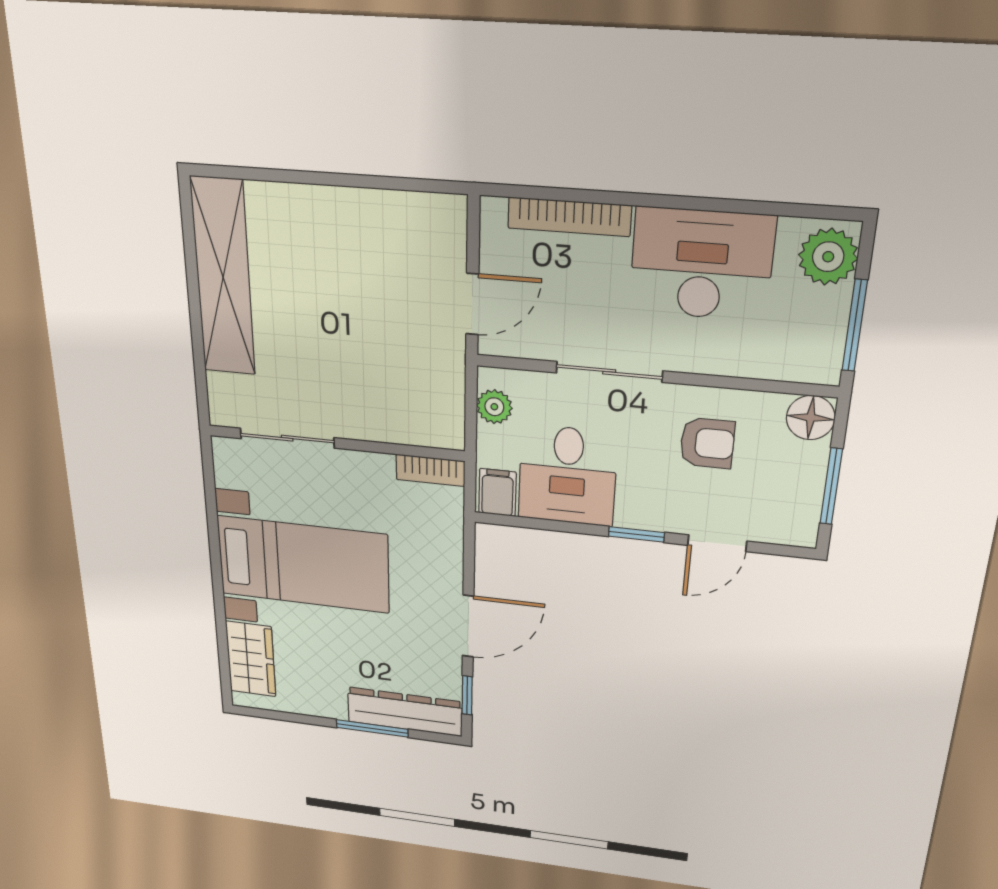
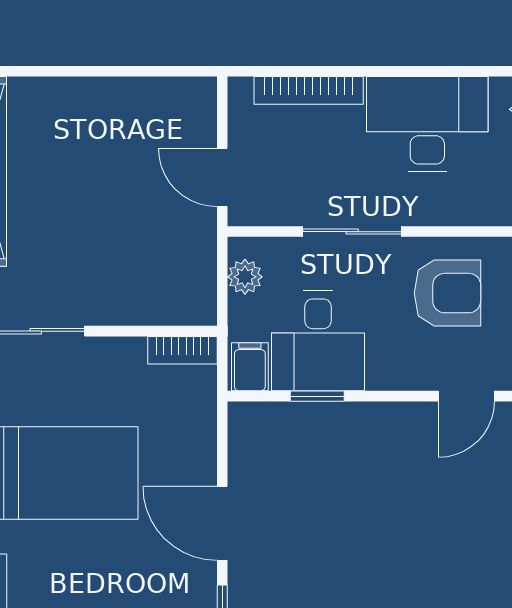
door: (472, 304) -> (222, 177), swing flipped
armchair: (707, 443) -> (447, 293), width x1.38, depth x1.38
window: (636, 534) -> (317, 396), moved
door: (468, 626) -> (222, 523), swing flipped

